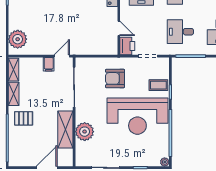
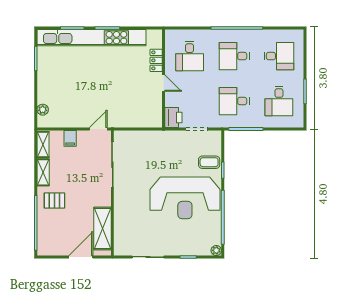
door: (119, 28) -> (164, 83), moved
plant: (18, 39) -> (43, 110), width x0.53, depth x0.53
filing cabinet: (49, 64) -> (70, 138), moved
armchair: (115, 78) -> (159, 155), removed
shelving: (65, 130) -> (102, 229), moved
plant: (85, 132) -> (124, 216), removed

